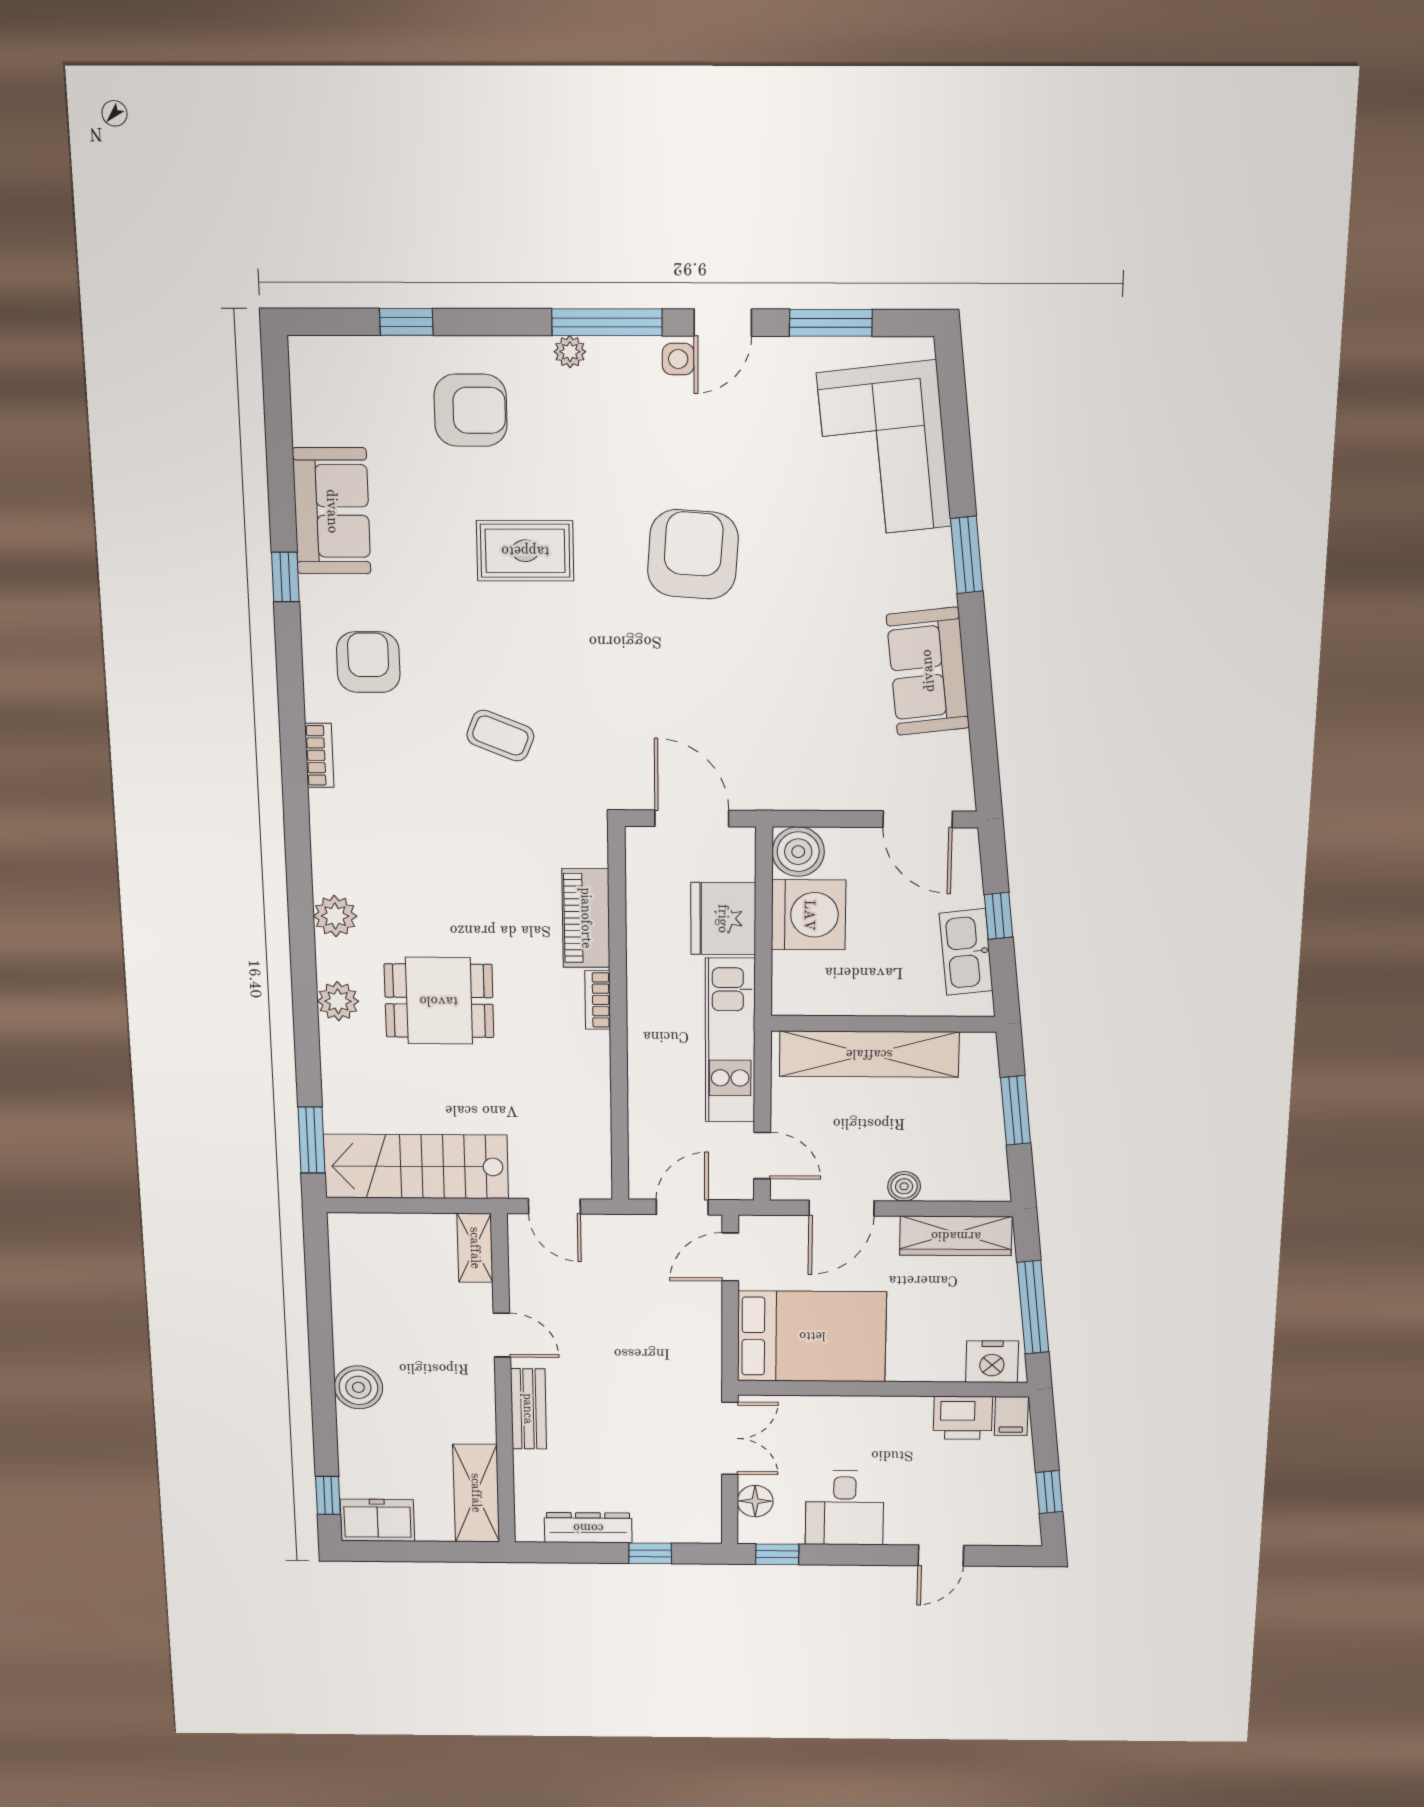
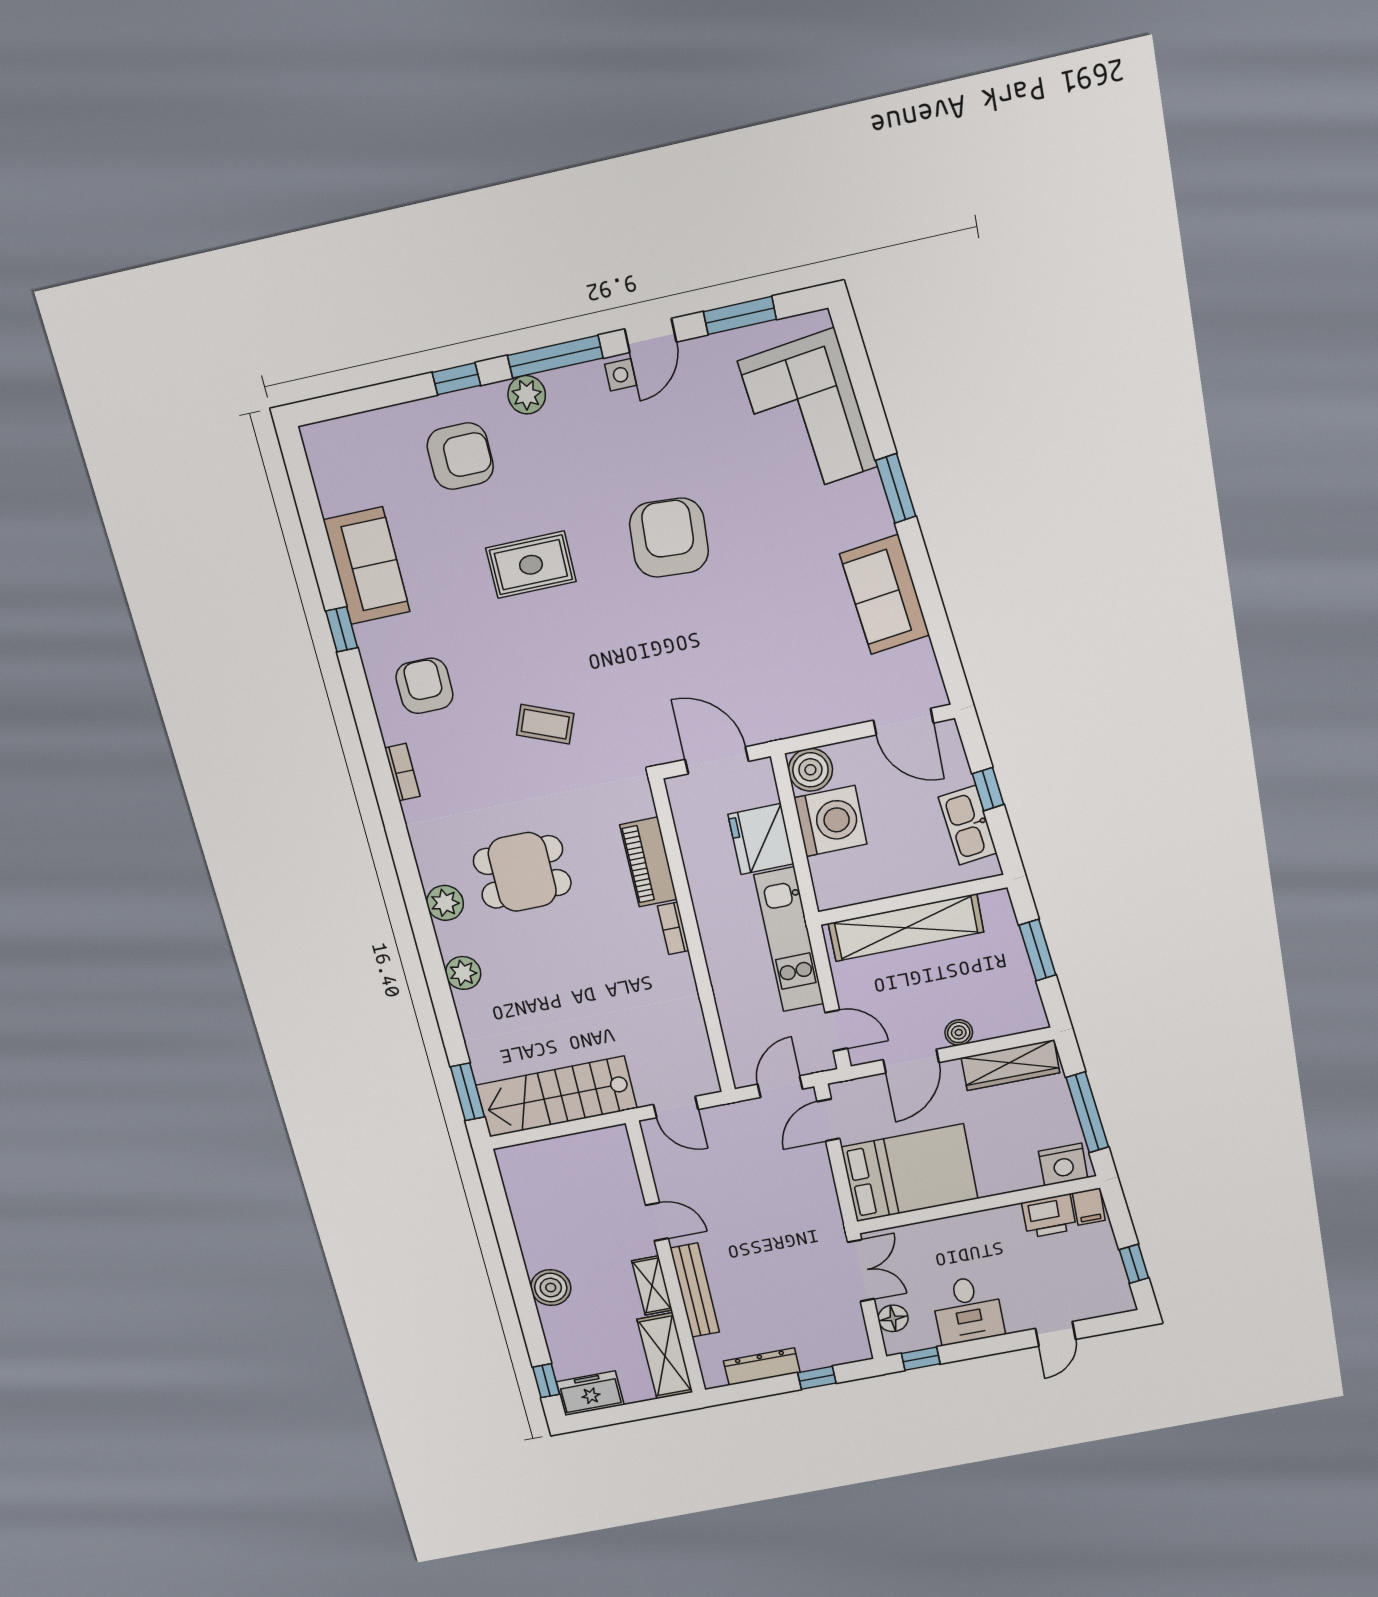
window: (406, 322) -> (456, 379), moved
plant: (570, 352) -> (527, 395), width x1.38, depth x1.38
dining table: (439, 1001) -> (522, 872), moved
shelving: (475, 1248) -> (652, 1285), moved
bench: (528, 1409) -> (695, 1290), width x1.36

